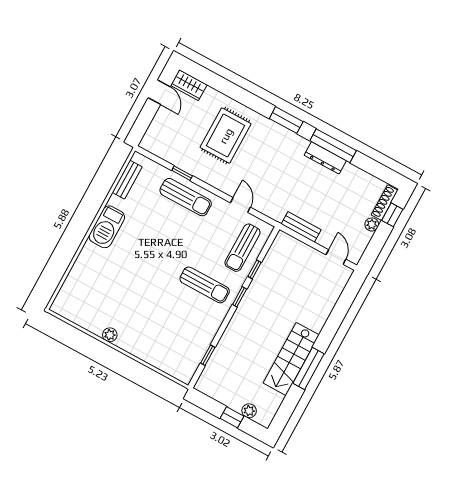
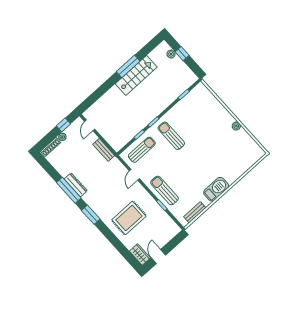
window: (392, 215) -> (63, 125), moved

